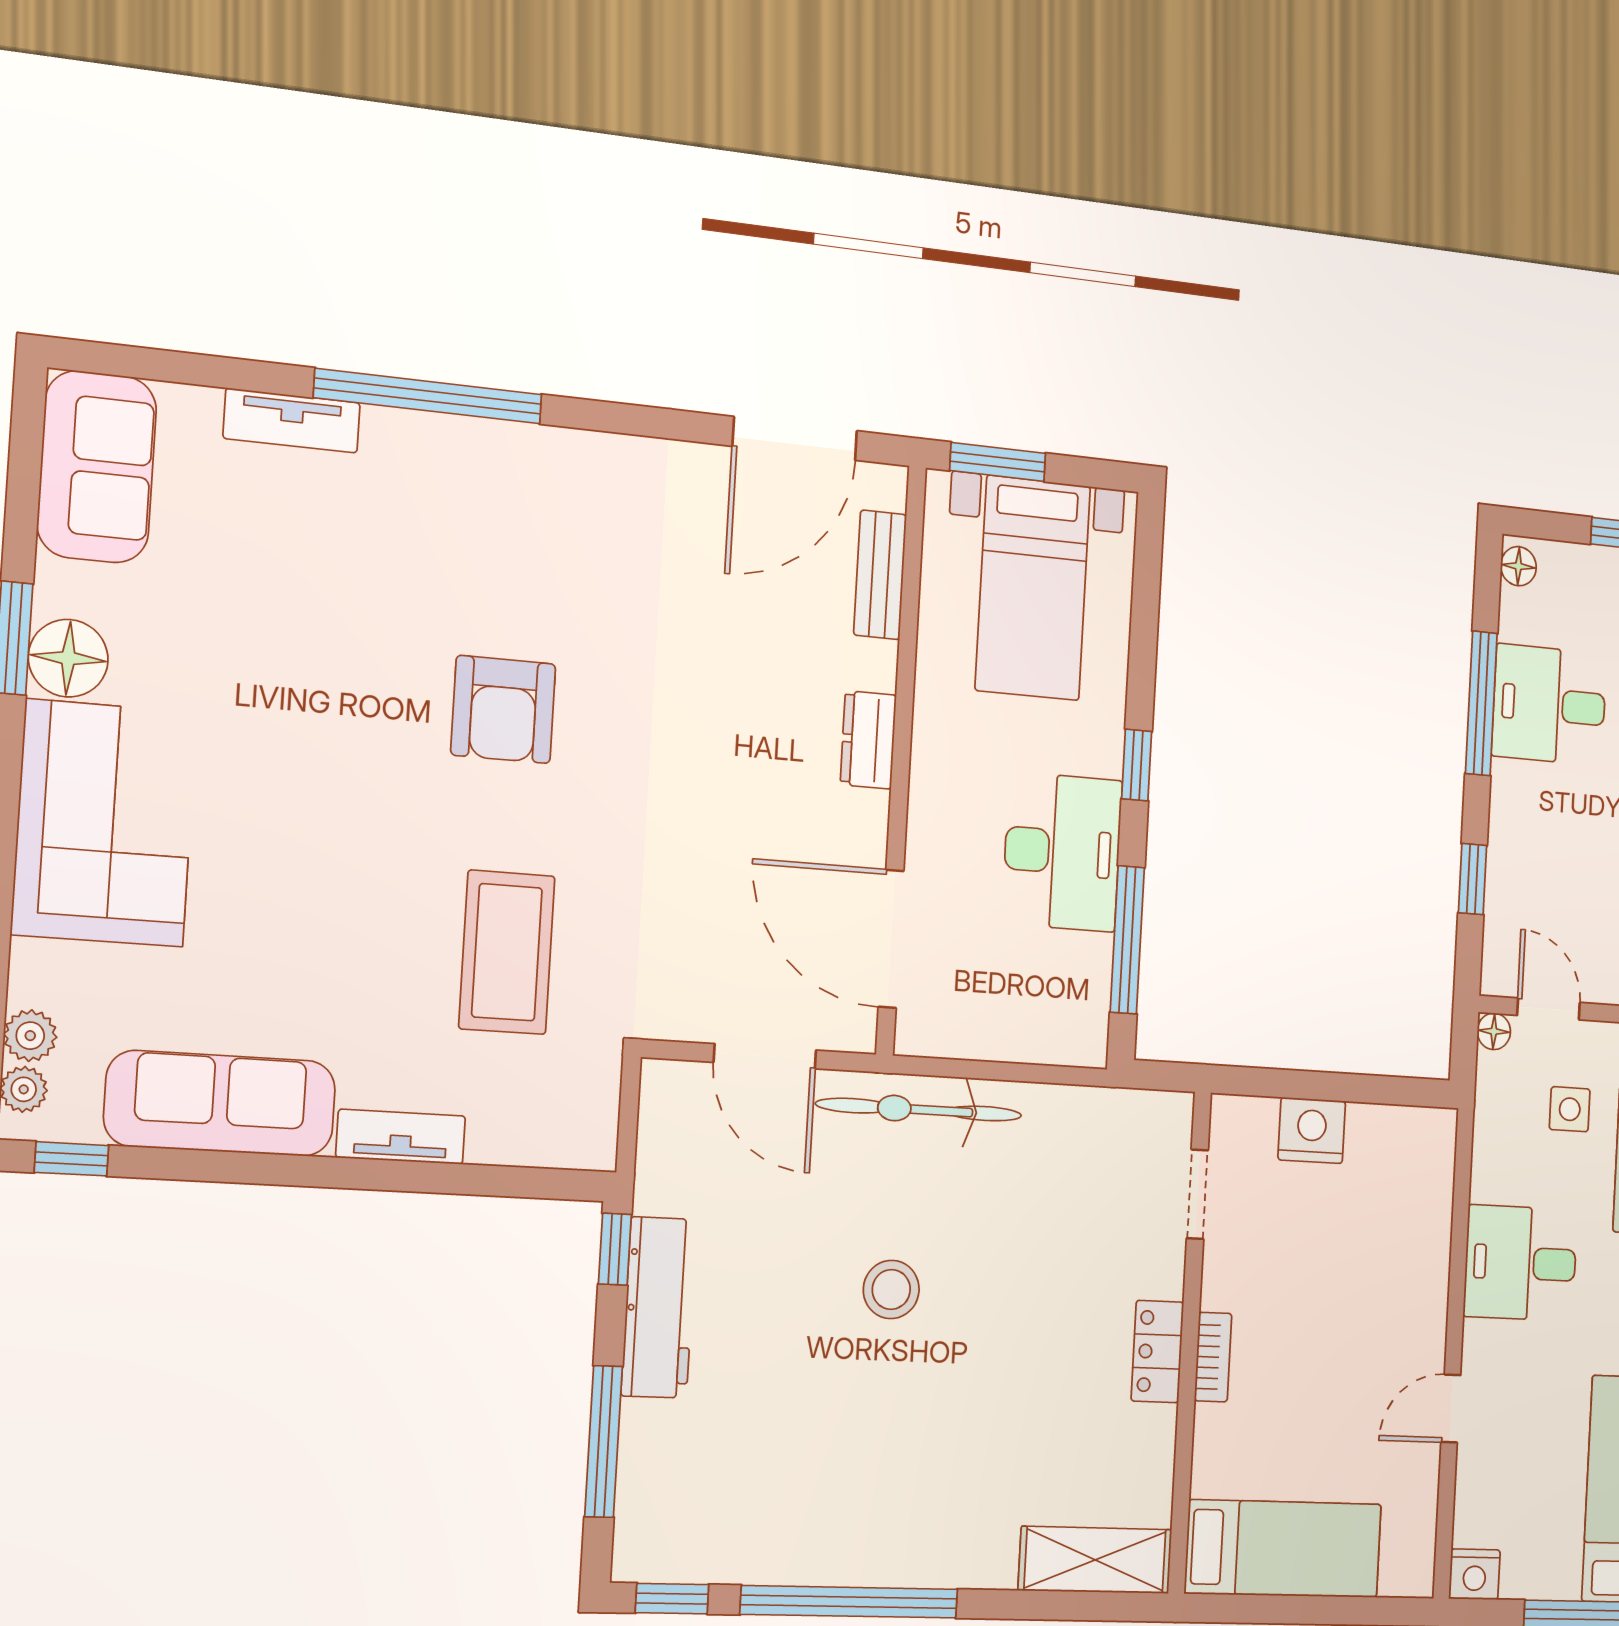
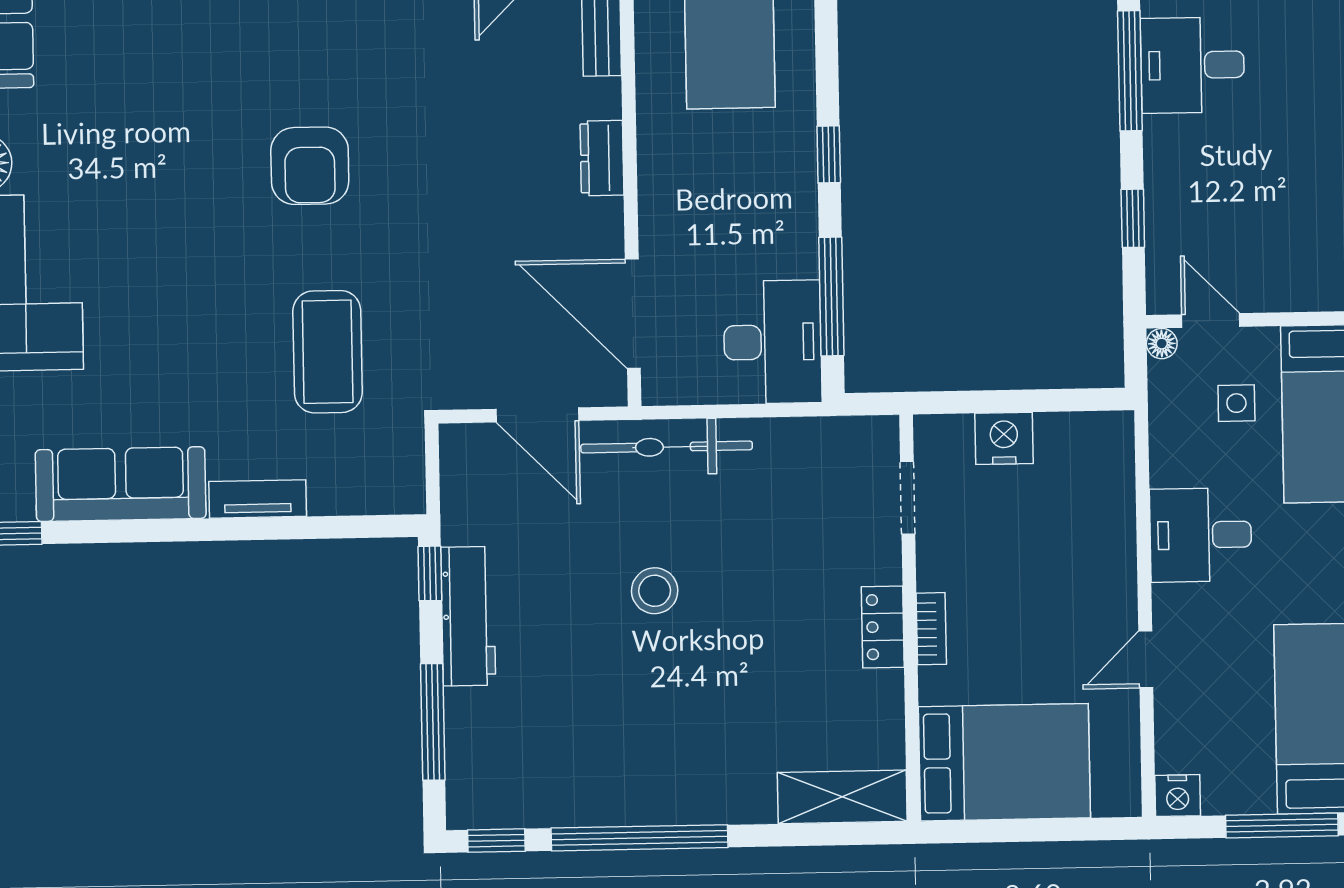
desk: (1062, 852) -> (773, 342), moved
bed: (1283, 1549) -> (1004, 762), width x1.50

